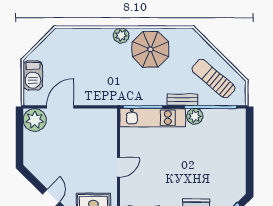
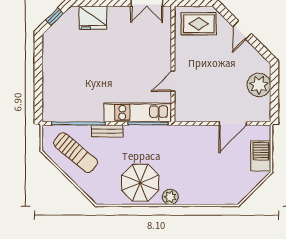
plant: (195, 116) -> (95, 114), removed
plant: (35, 120) -> (259, 85), moved
door: (118, 167) -> (173, 81), moved

